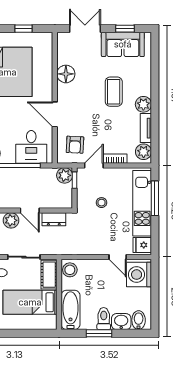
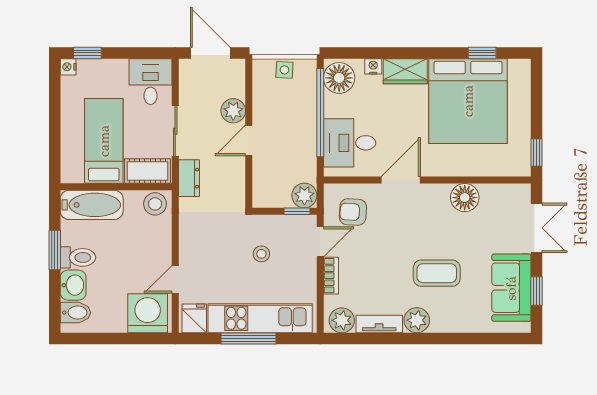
window: (23, 29) -> (537, 152), moved
door: (94, 165) -> (320, 242), hinge flipped
window: (155, 198) -> (248, 338), moved
dresser: (54, 219) -> (189, 178), moved, turned 180

